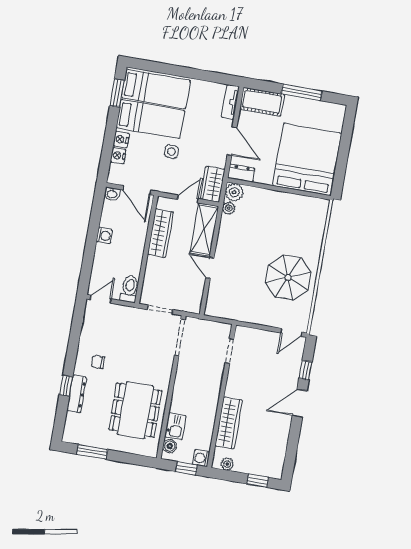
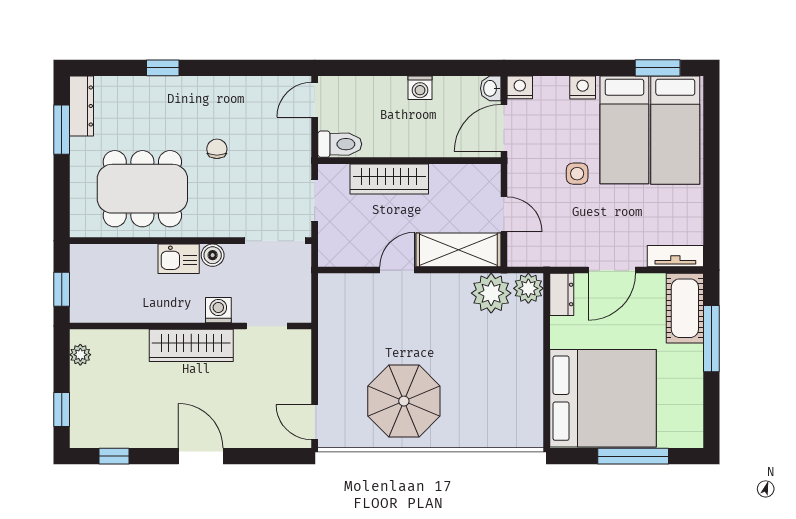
window: (301, 92) -> (711, 339), moved
window: (344, 148) -> (633, 456), added
nightstand: (118, 156) -> (520, 87), moved
wardrobe: (213, 184) -> (535, 250), removed
plant: (229, 208) -> (491, 293), width x1.87, depth x1.87
wardrobe: (160, 233) -> (389, 179), moved
door: (101, 299) -> (315, 100), swing flipped
chair: (98, 362) -> (217, 149), moved
window: (305, 370) -> (114, 456), moved
dresser: (77, 394) -> (82, 106), moved, turned -90
wardrobe: (229, 423) -> (191, 345), moved
kitchen sink: (175, 426) -> (179, 259), moved
boiler: (170, 446) -> (213, 255), moved
washing machine: (201, 458) -> (218, 310), moved

